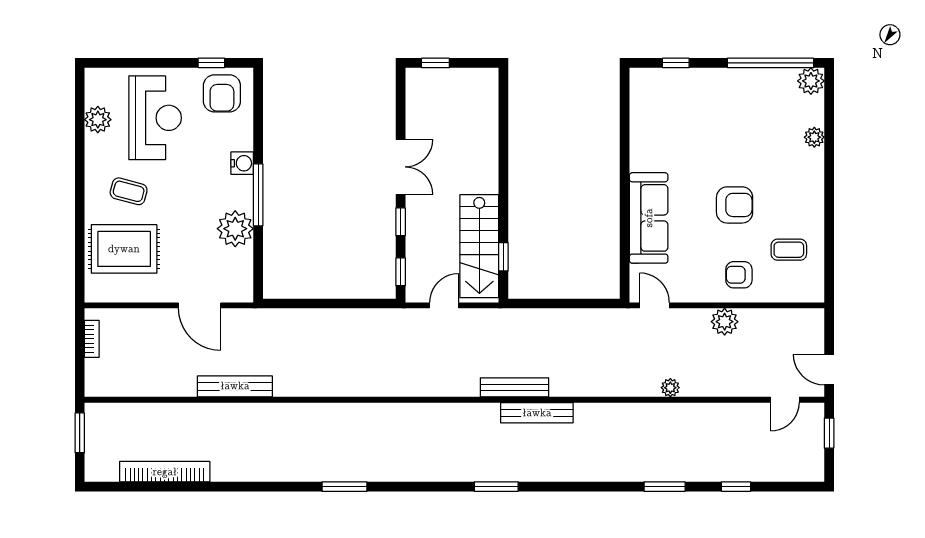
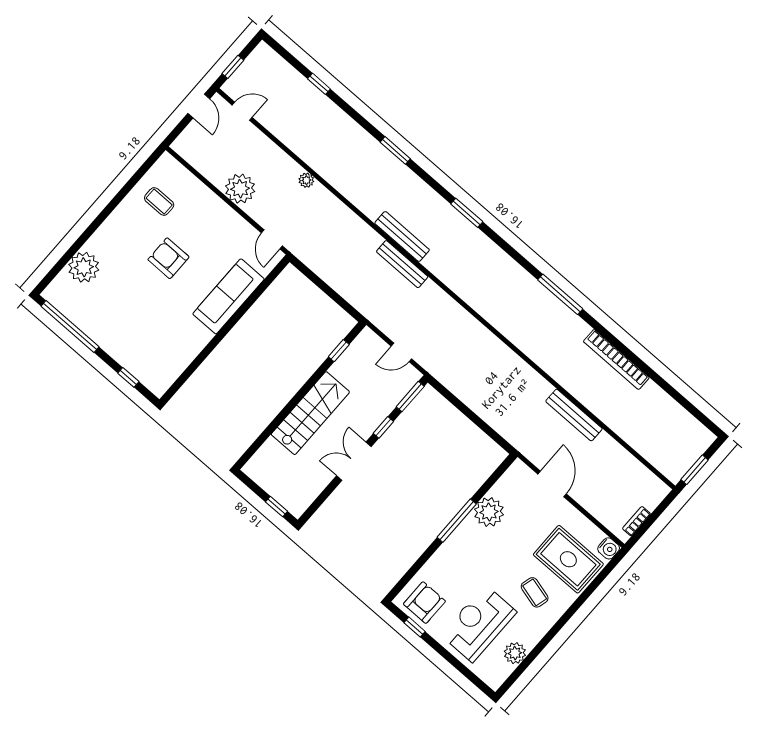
plant: (811, 81) -> (55, 294), removed
plant: (814, 137) -> (84, 267), width x1.87, depth x1.87
water cooler: (242, 163) -> (609, 548), moved, turned 180
stairs: (479, 246) -> (310, 413), moved
window: (401, 272) -> (410, 397), width x1.50
armchair: (739, 275) -> (203, 213), removed
plant: (725, 322) -> (240, 189), width x1.36, depth x1.36
bookcase: (165, 472) -> (616, 359), moved
window: (344, 487) -> (560, 294), width x1.44
window: (665, 487) -> (395, 150), moved

